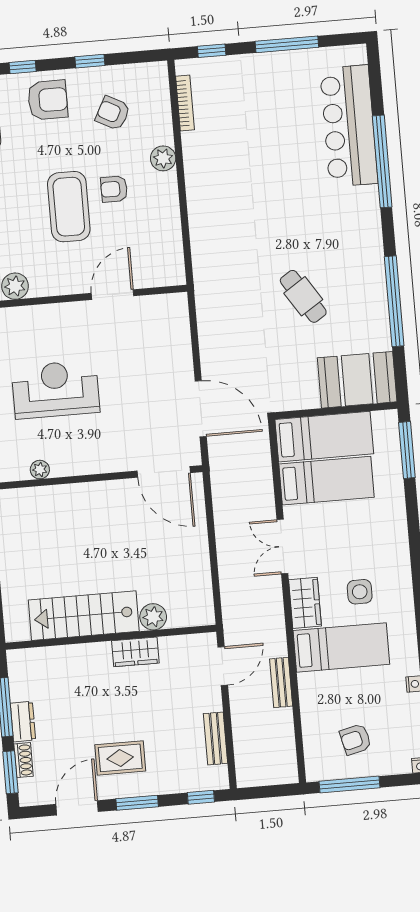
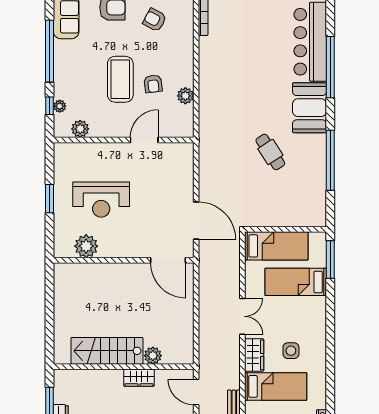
plant: (163, 158) -> (185, 96), moved
armchair: (114, 189) -> (153, 84), moved, turned -97
booth: (357, 380) -> (310, 108), moved, turned 90
reception desk: (56, 390) -> (101, 200), turned 180
plant: (40, 470) -> (86, 246), width x1.88, depth x1.88
bed: (326, 481) -> (296, 282), moved, turned 180
double door: (282, 547) -> (242, 316), swing flipped
door: (223, 666) -> (196, 392), swing flipped

